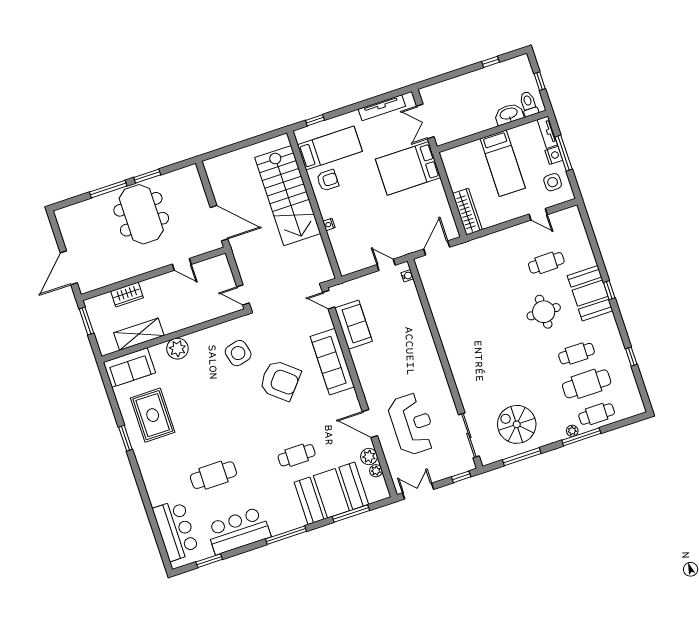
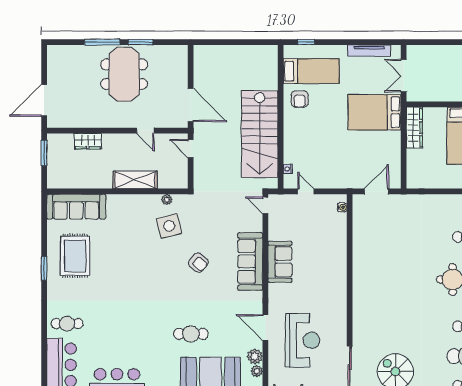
armchair: (328, 180) -> (300, 99), turned 90
stairs: (288, 196) -> (260, 134), moved
wardrobe: (467, 212) -> (414, 128), moved
nightstand: (329, 224) -> (288, 169), moved
door: (386, 265) -> (306, 191), moved
door: (243, 295) -> (191, 149), moved
sofa: (353, 325) -> (280, 262), moved
shelving: (139, 334) -> (135, 180), moved
plant: (177, 349) -> (167, 200), moved, width x0.53, depth x0.53
sofa: (129, 368) -> (76, 207), width x1.36
armchair: (280, 380) -> (198, 263), width x0.53, depth x0.53
cafe table: (213, 475) -> (67, 324), moved, width x0.73, depth x0.74

